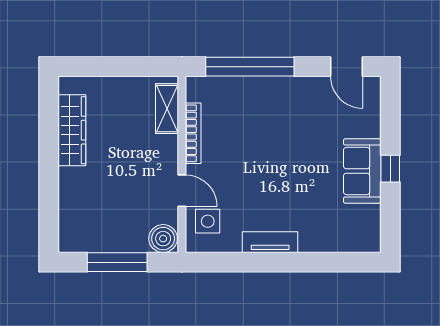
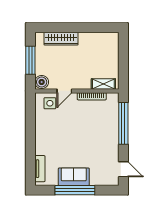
door: (346, 67) -> (123, 169), swing flipped
wardrobe: (72, 130) -> (61, 39), moved
window: (390, 169) -> (75, 190), width x3.17
tv unit: (270, 242) -> (40, 169), moved

